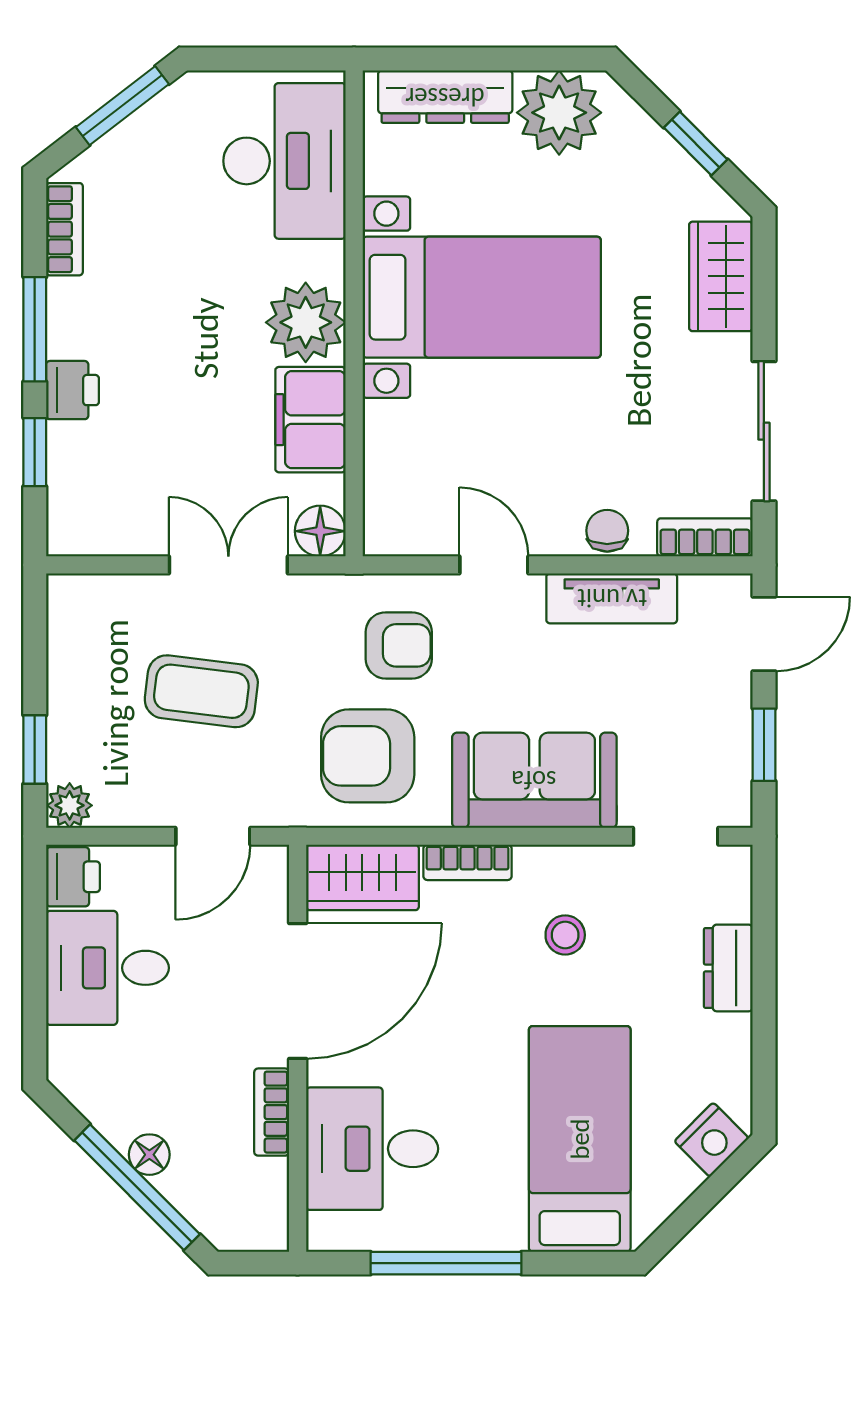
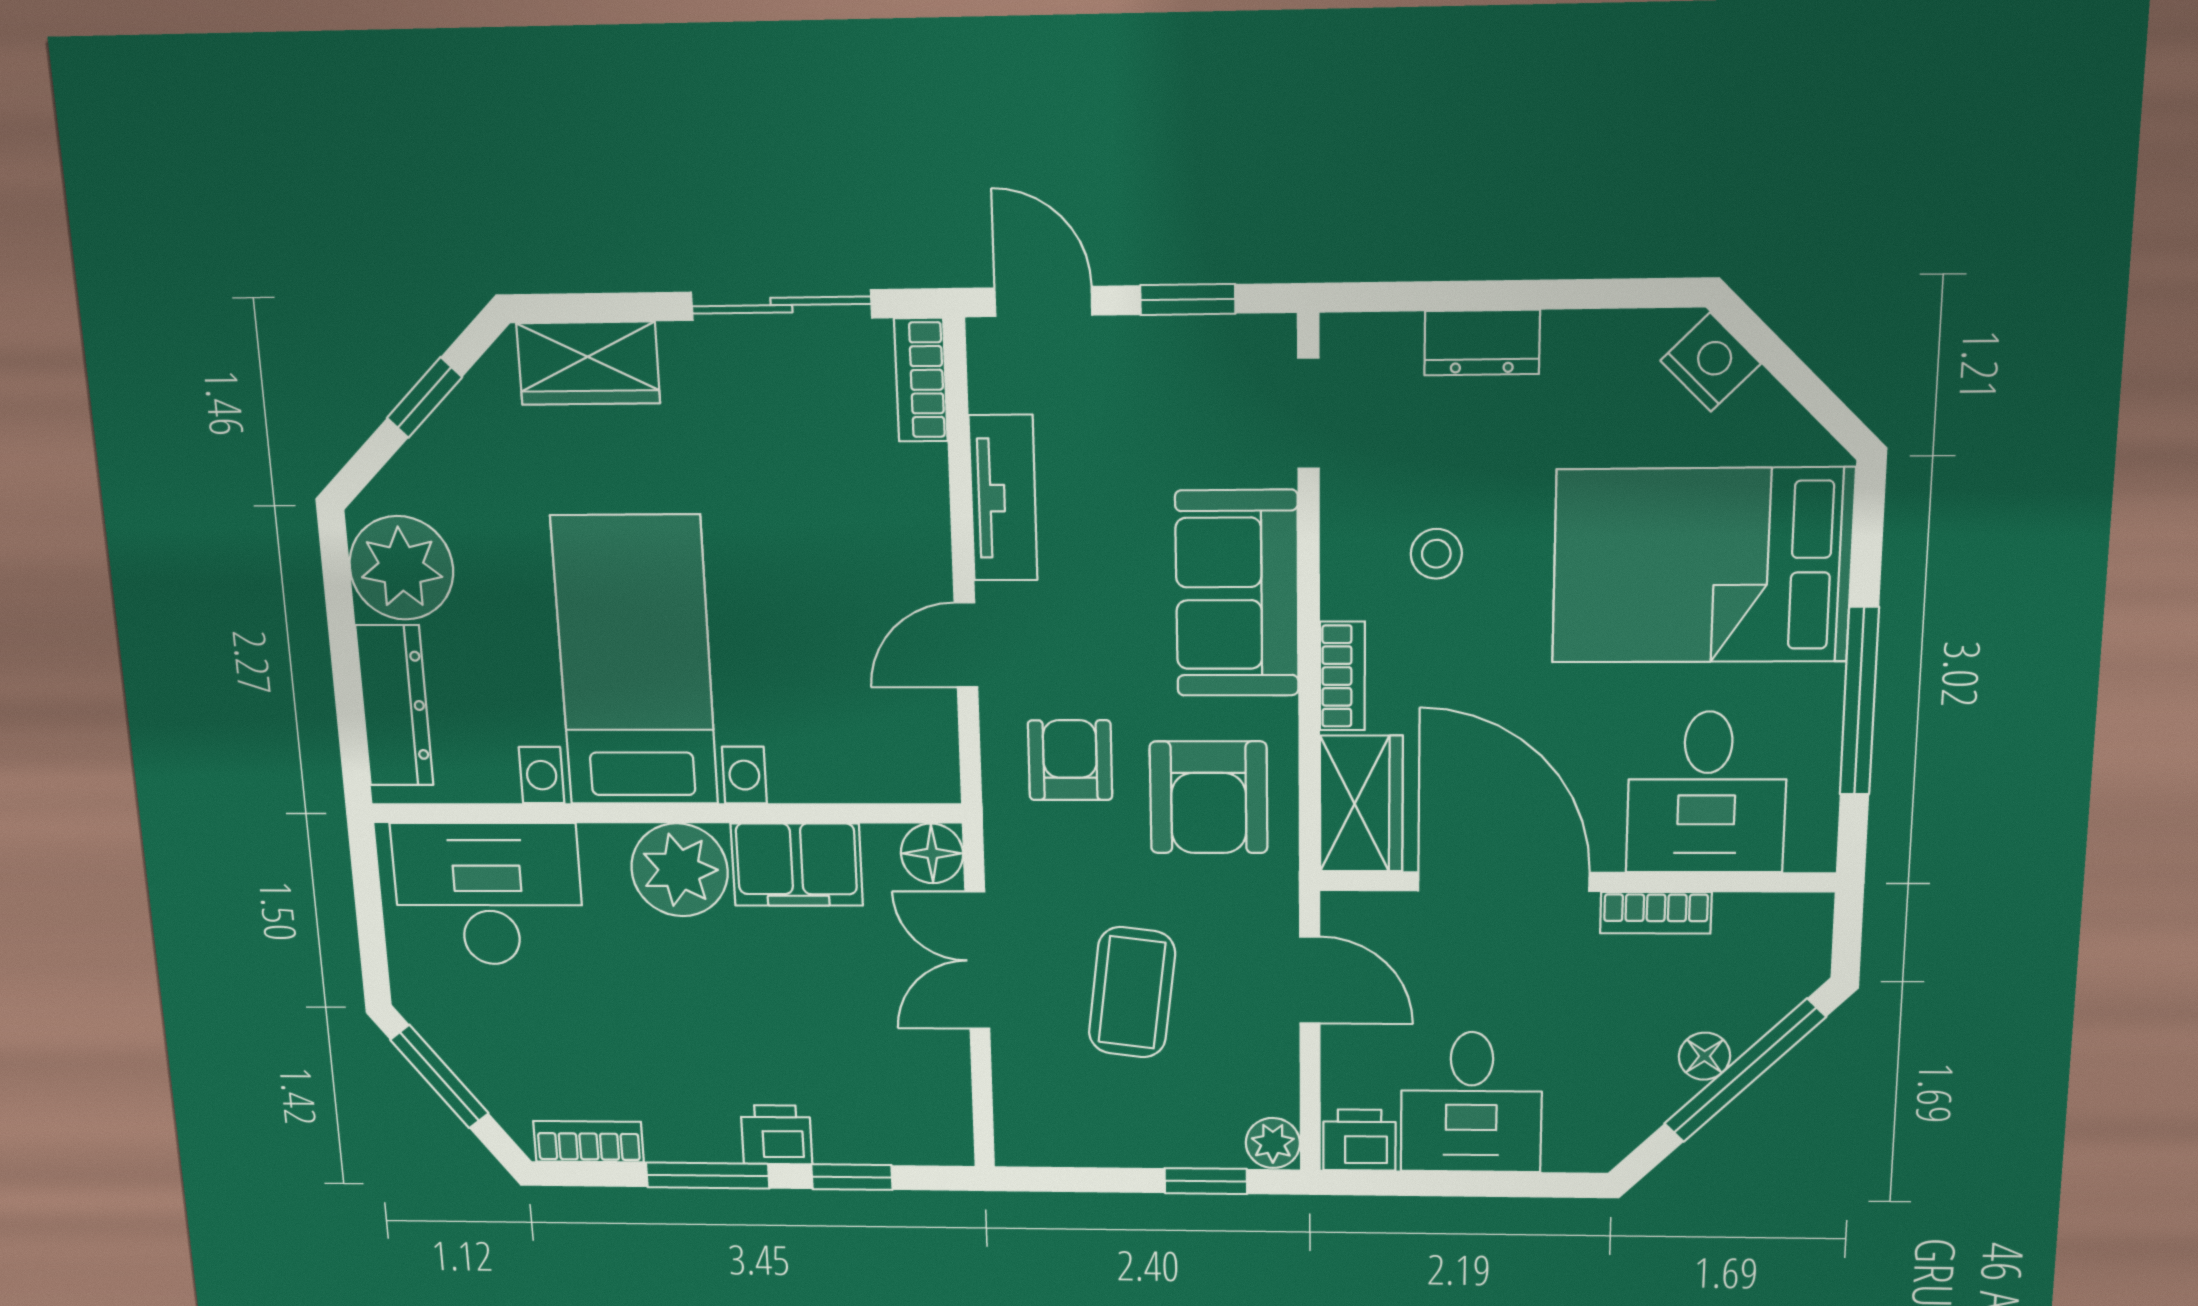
chair: (607, 531) -> (917, 504), removed
bed: (580, 1139) -> (1702, 566), width x1.50

